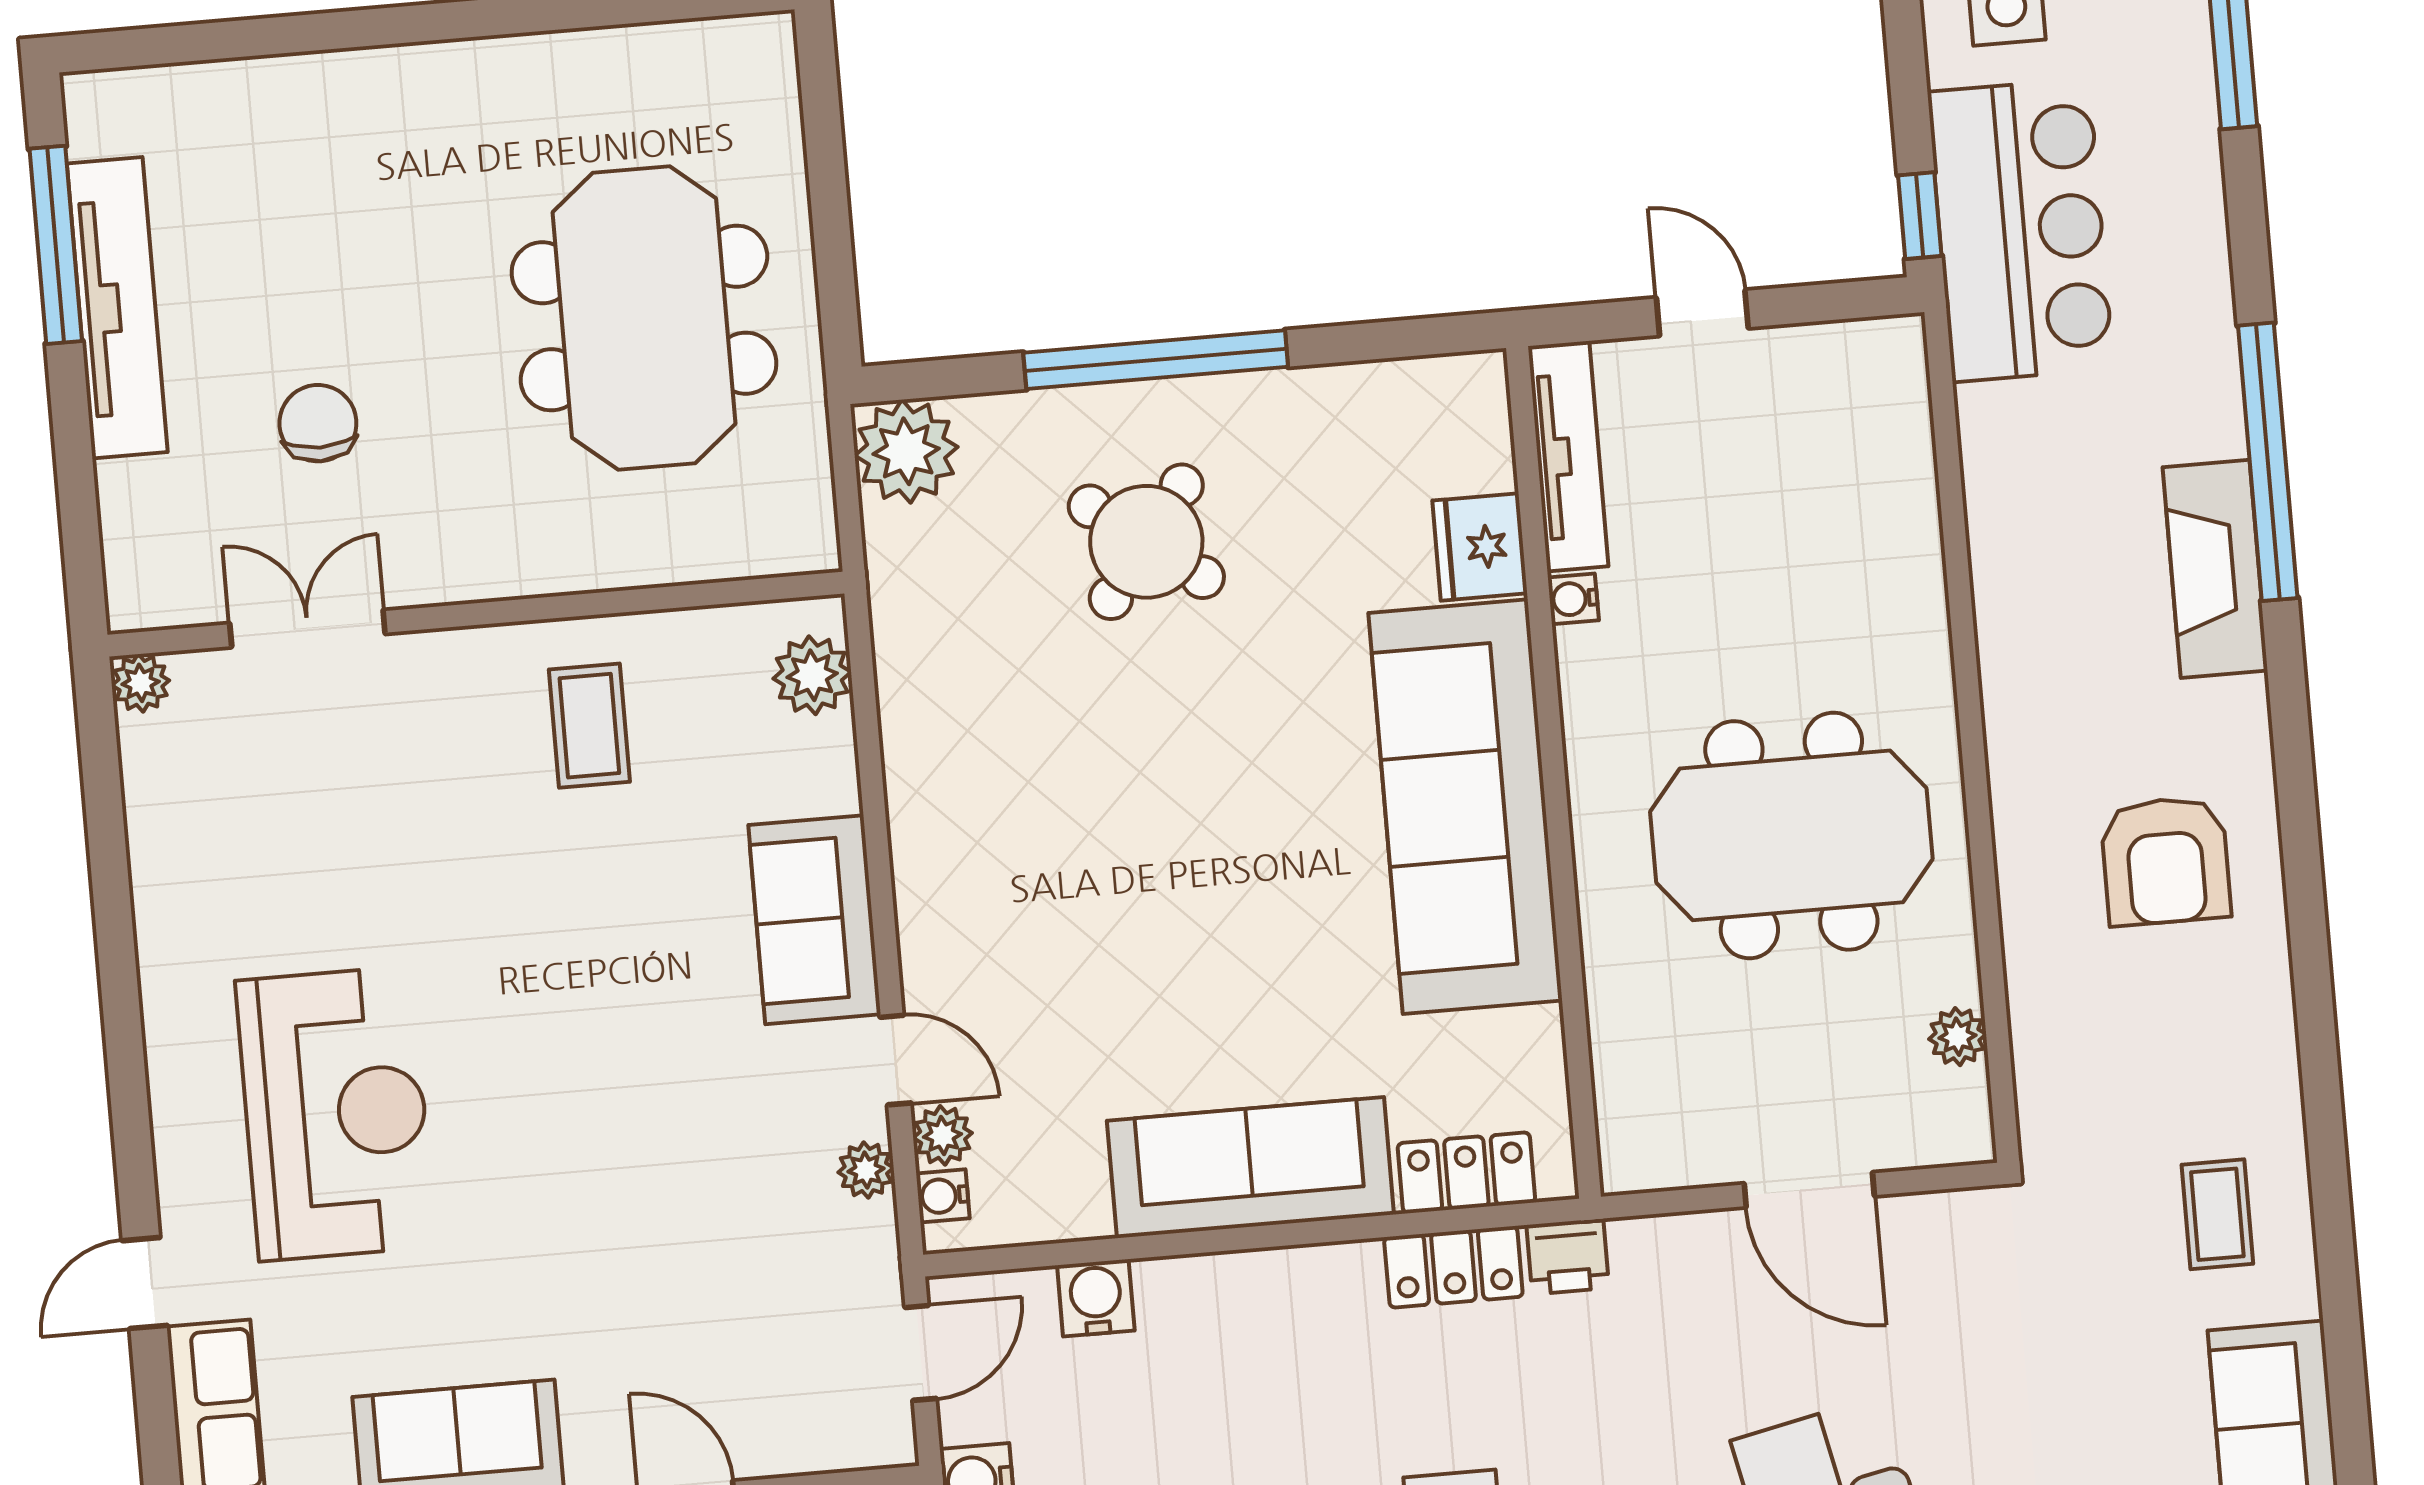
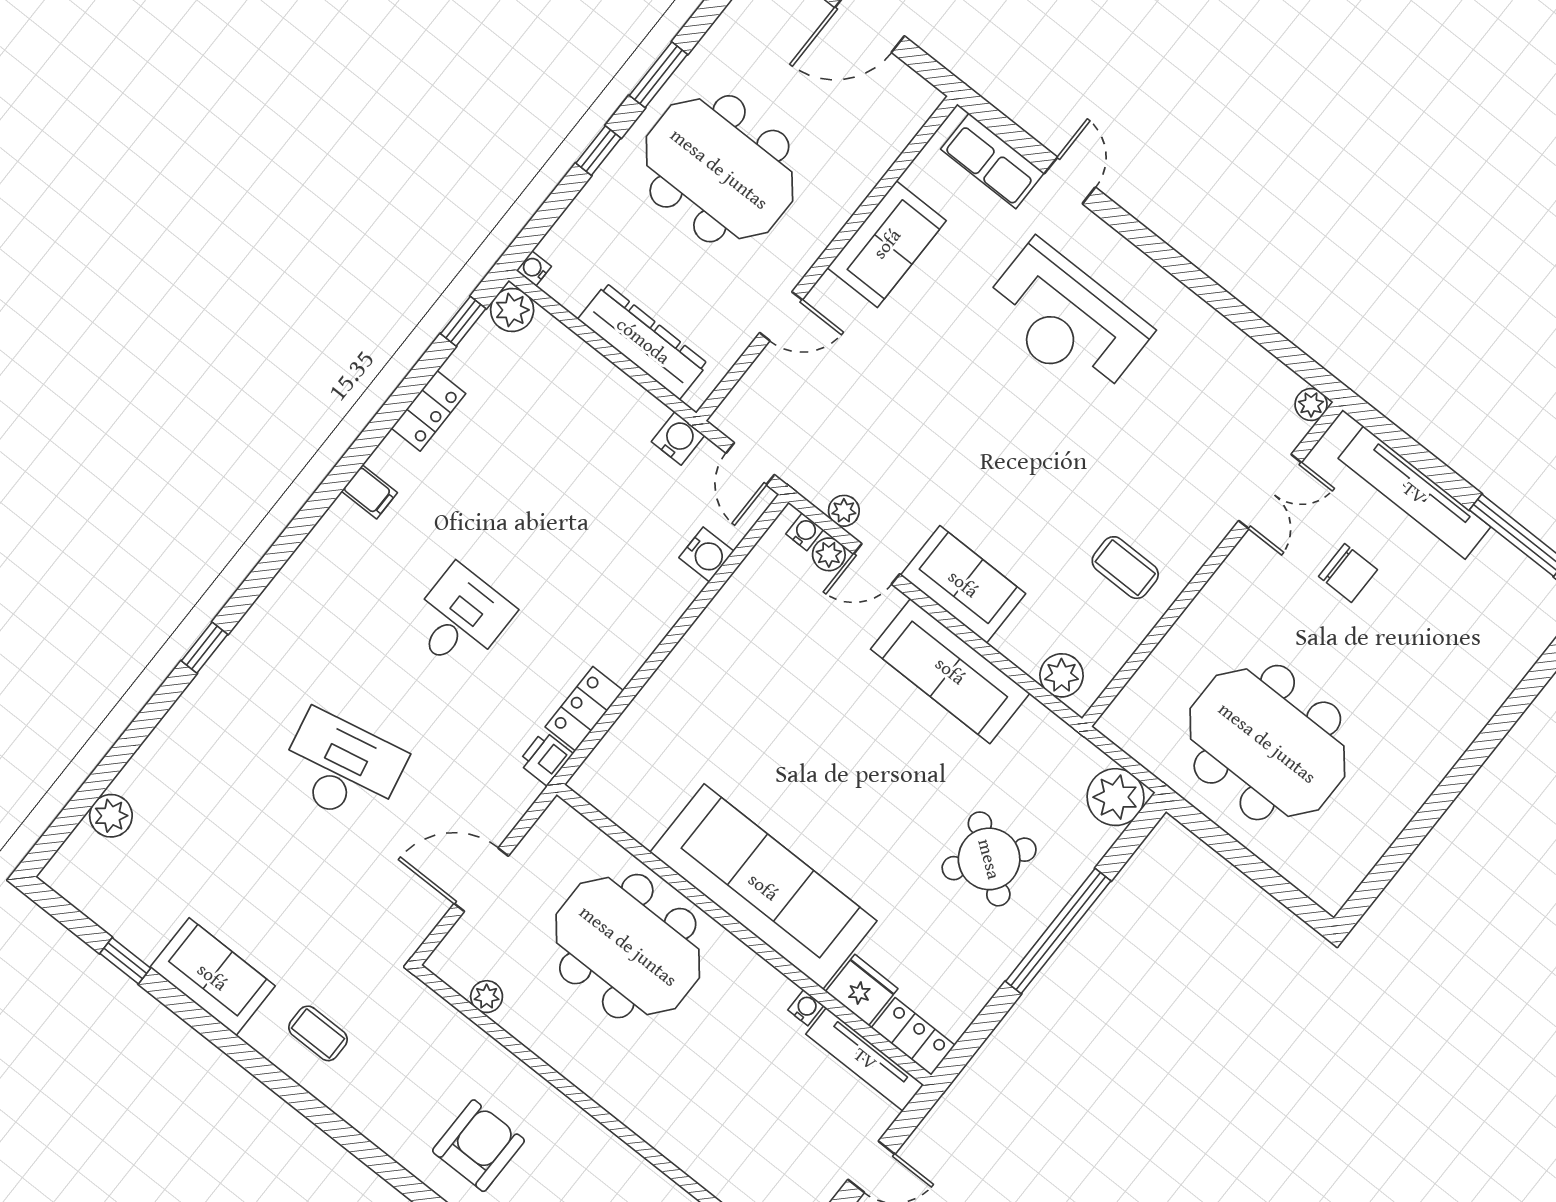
tv unit: (117, 308) -> (1414, 493), moved
meeting table: (1791, 835) -> (628, 946), moved, turned 90
armchair: (2166, 861) -> (478, 1146), turned 90
sofa: (1250, 1168) -> (950, 671), moved, turned 90
locker: (1466, 1173) -> (913, 1036), moved, turned -90

